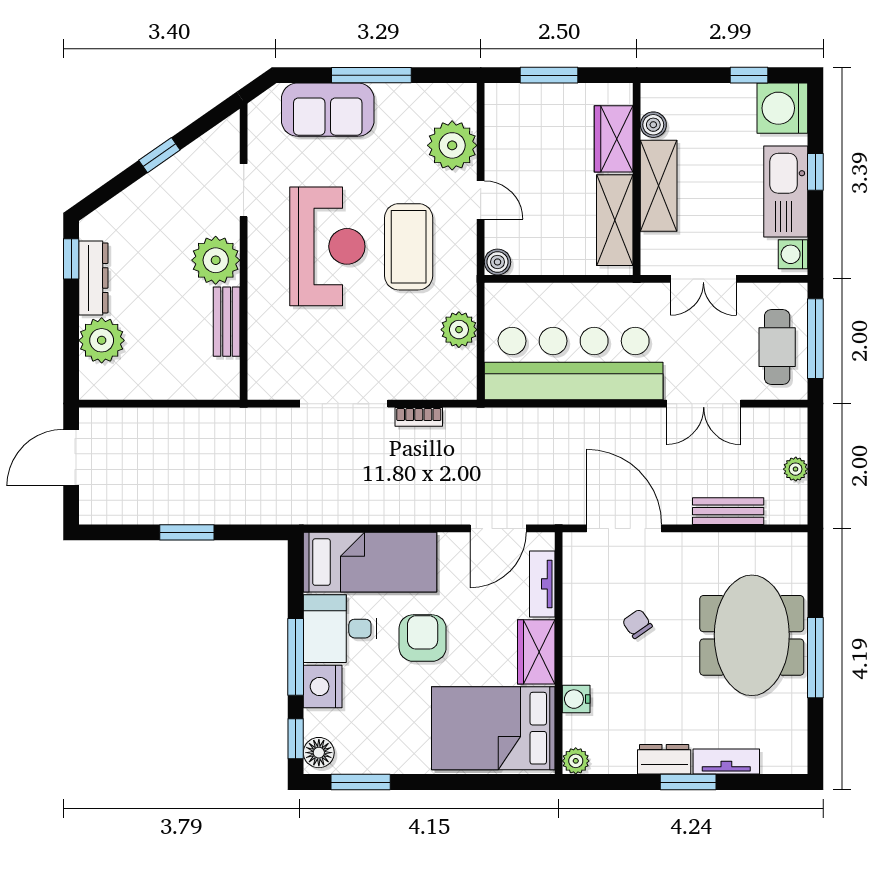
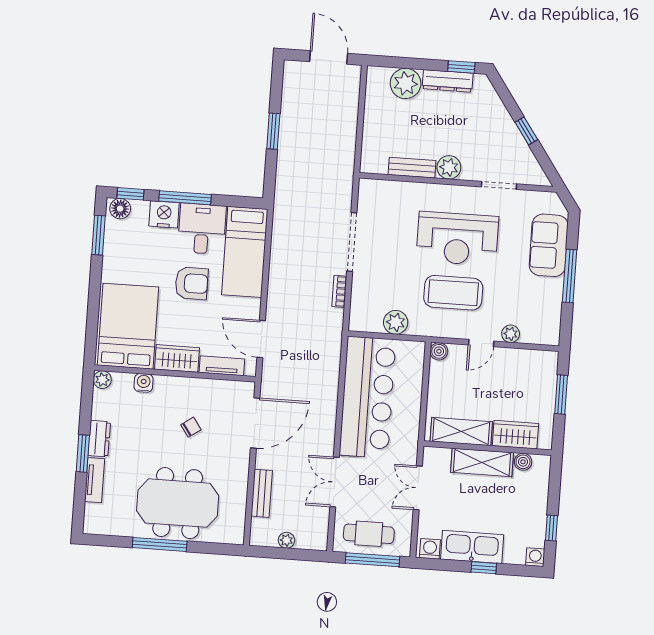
washing machine: (782, 108) -> (535, 557), width x0.53, depth x0.53
plant: (452, 145) -> (511, 334), width x0.53, depth x0.53
plant: (216, 260) -> (449, 167), width x0.73, depth x0.73

